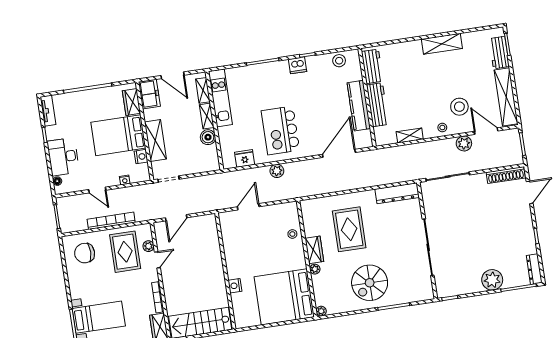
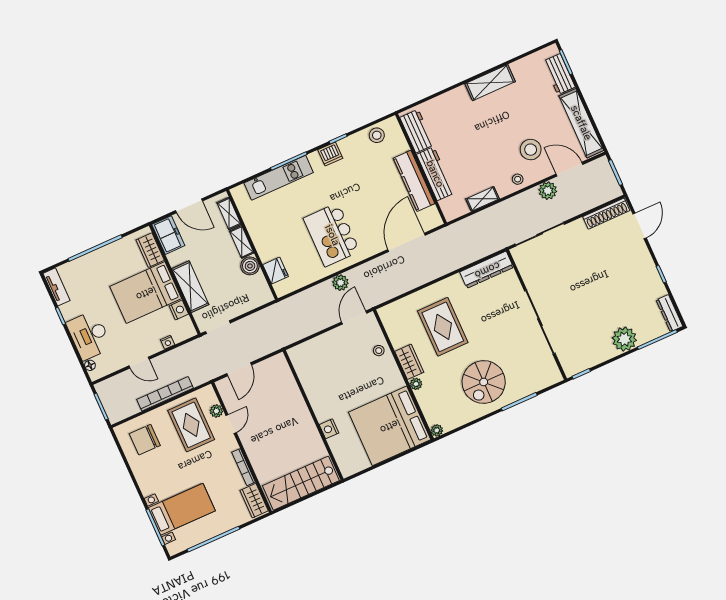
kitchen unit: (220, 98) -> (279, 178), moved, turned 90
fridge: (245, 158) -> (276, 271), moved, turned 90
door: (248, 207) -> (354, 318), moved

